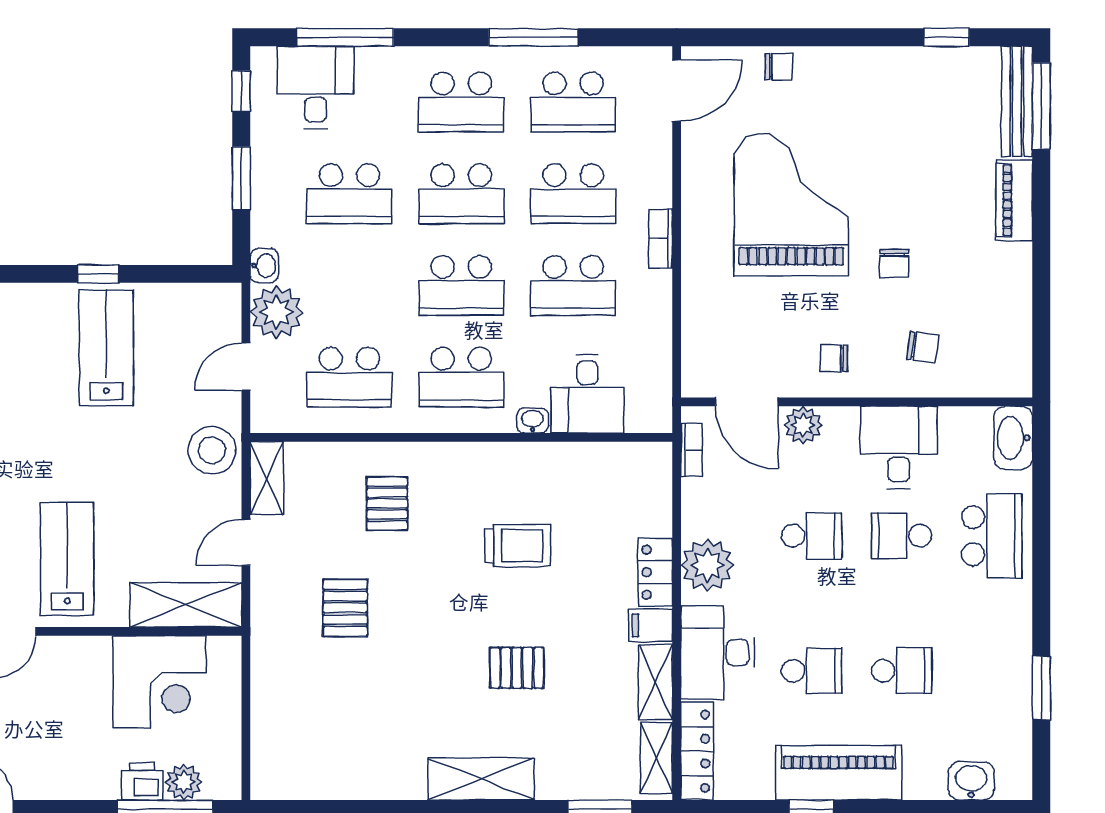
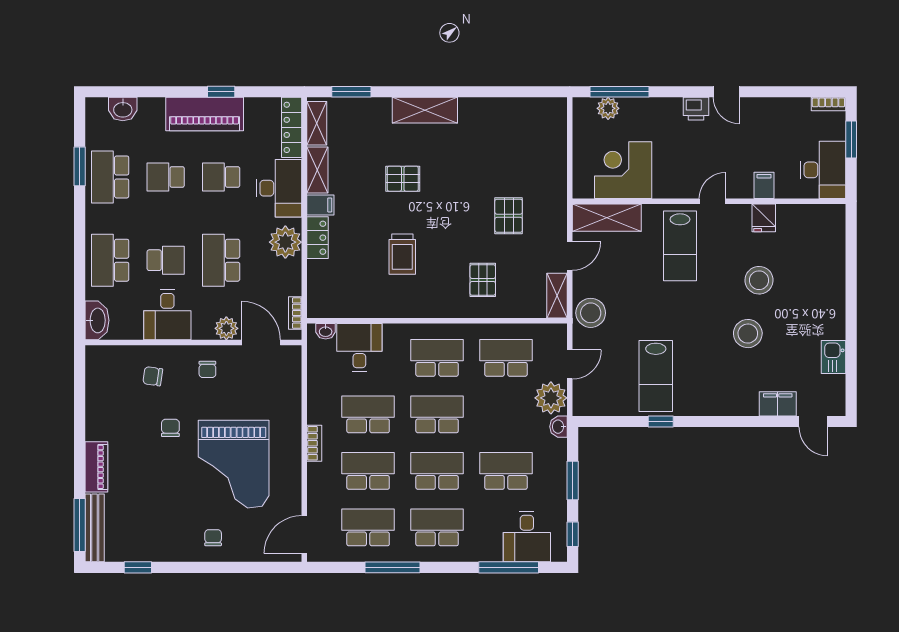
chair: (779, 67) -> (213, 538), moved, turned 90
chair: (834, 358) -> (207, 369), turned 90
washbasin: (533, 420) -> (326, 331), moved
school desk: (812, 536) -> (221, 260), width x1.85
trolley: (518, 546) -> (402, 254), turned -90
school desk: (992, 671) -> (110, 177), added
printer: (142, 782) -> (696, 109), moved

